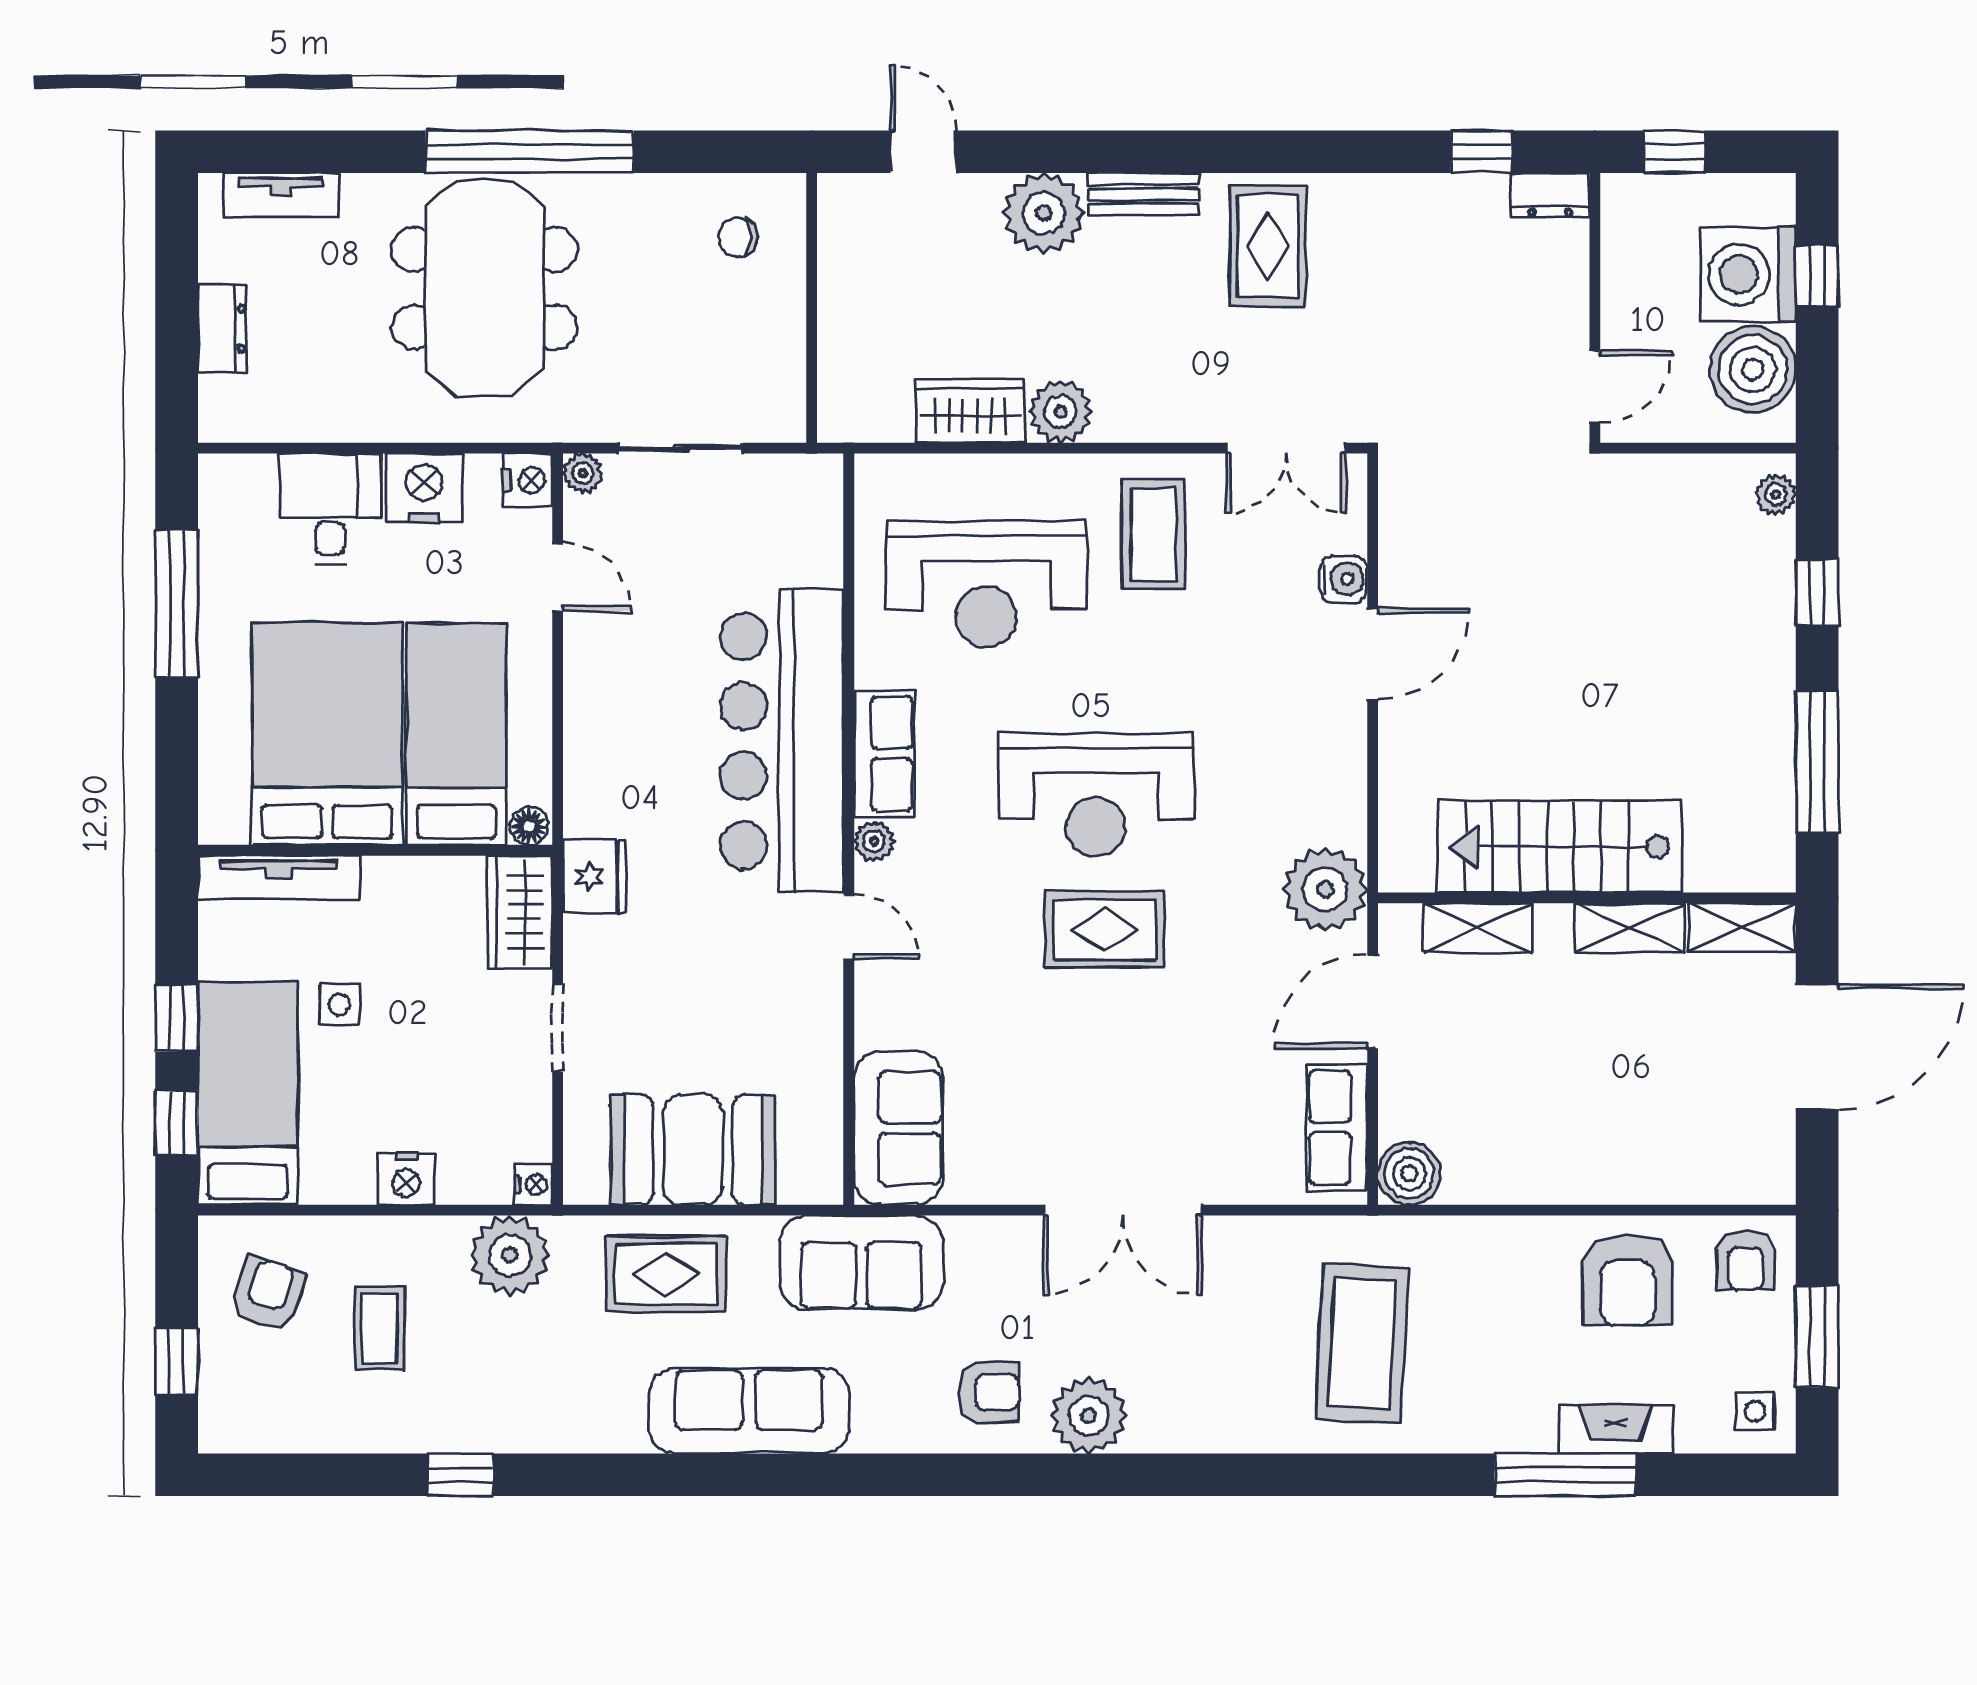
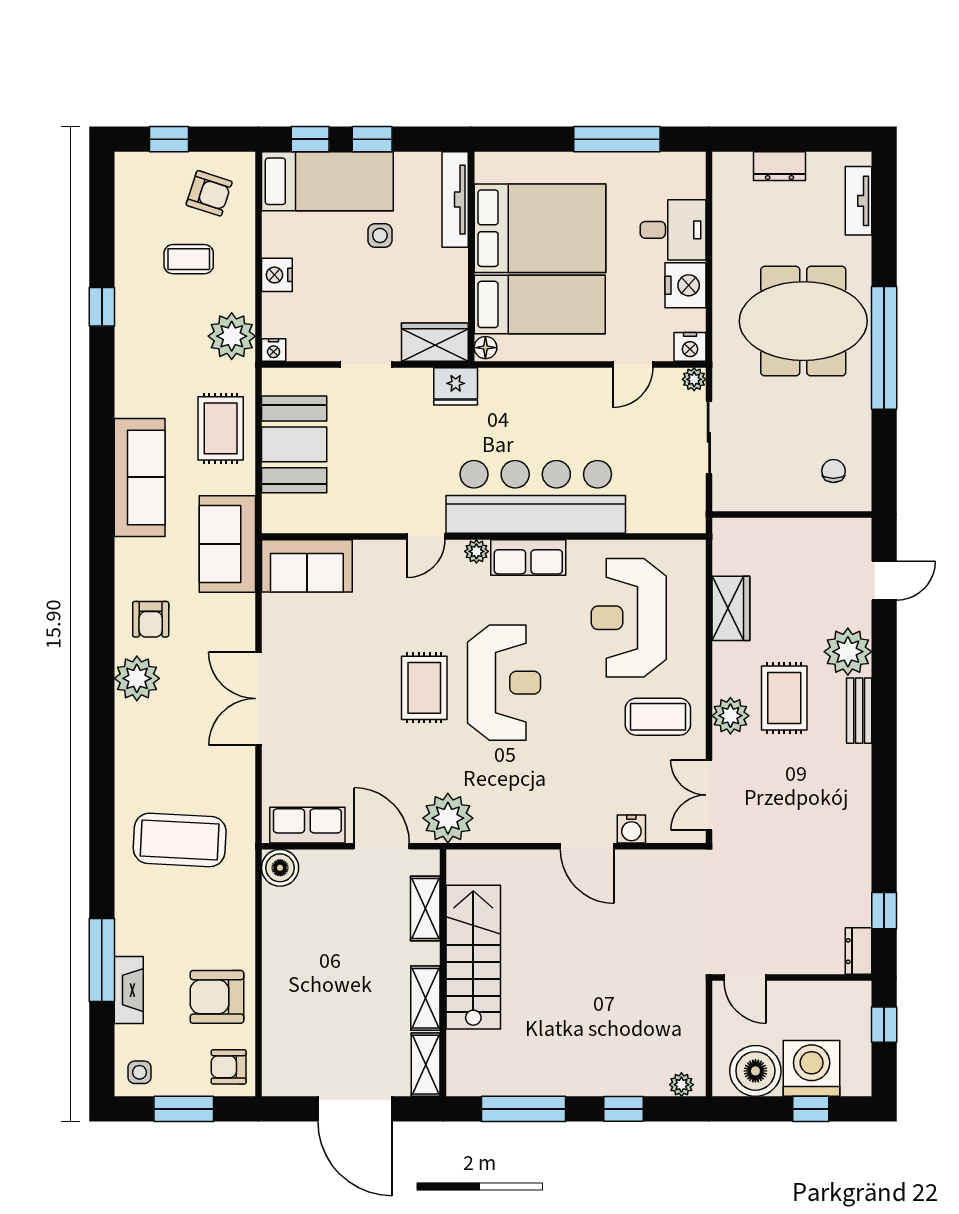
rug: (1268, 246) -> (784, 698), moved, turned 90
plant: (1060, 412) -> (730, 716), moved
reception desk: (1096, 795) -> (504, 683), turned 180

